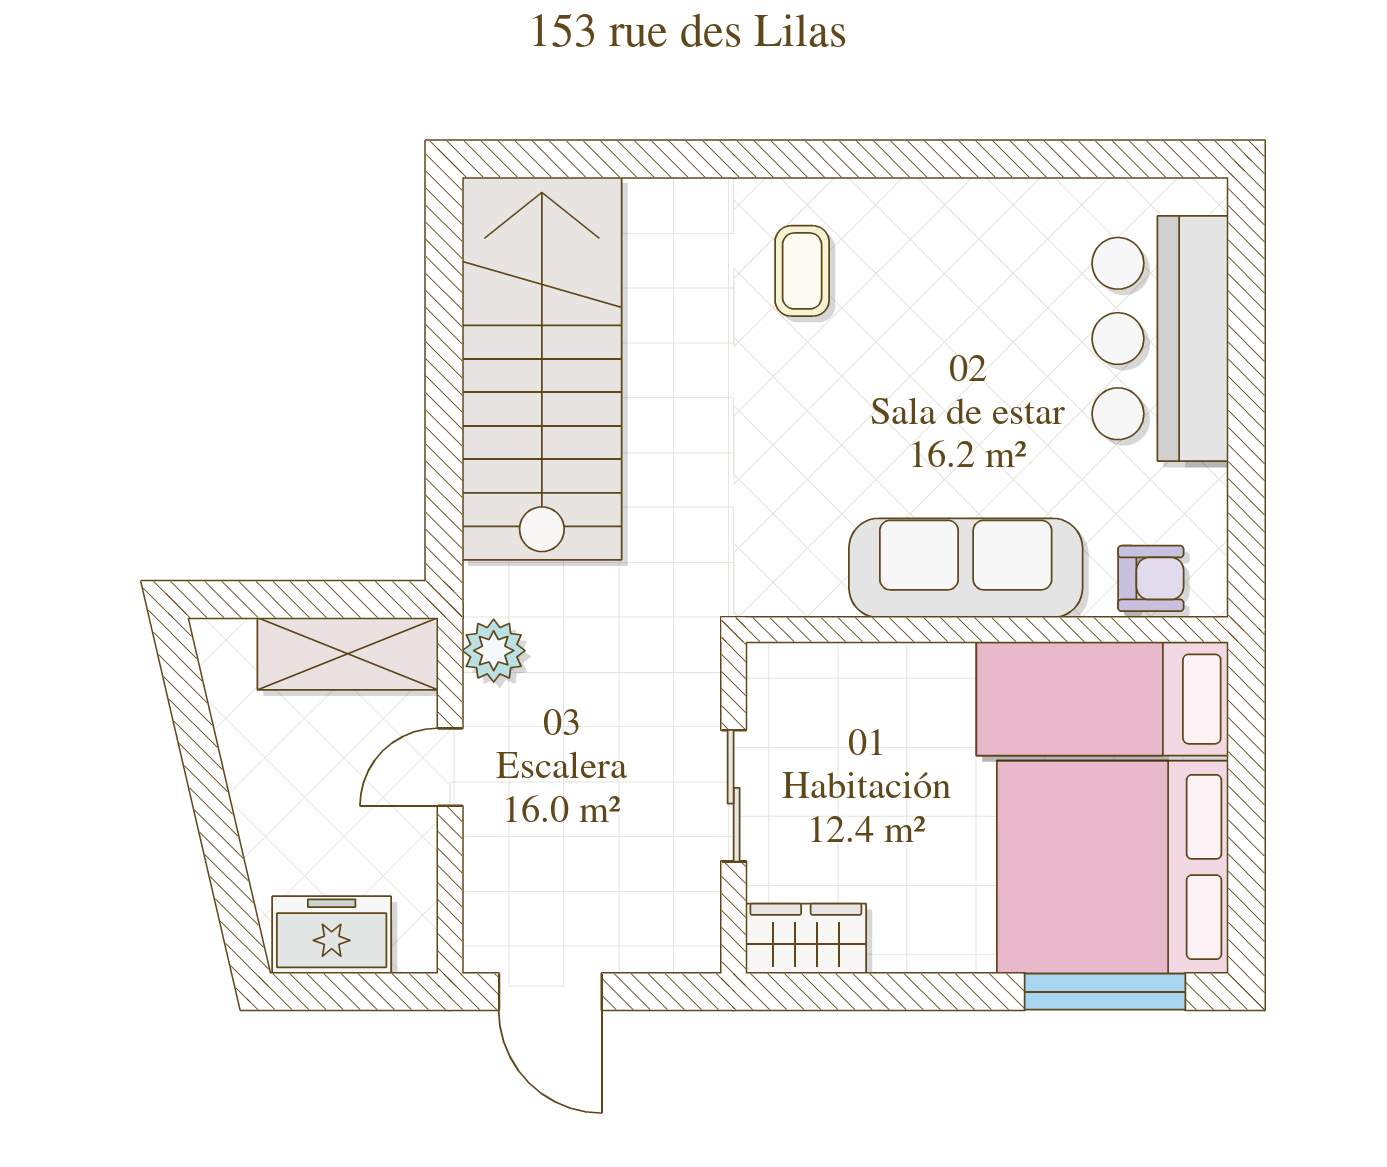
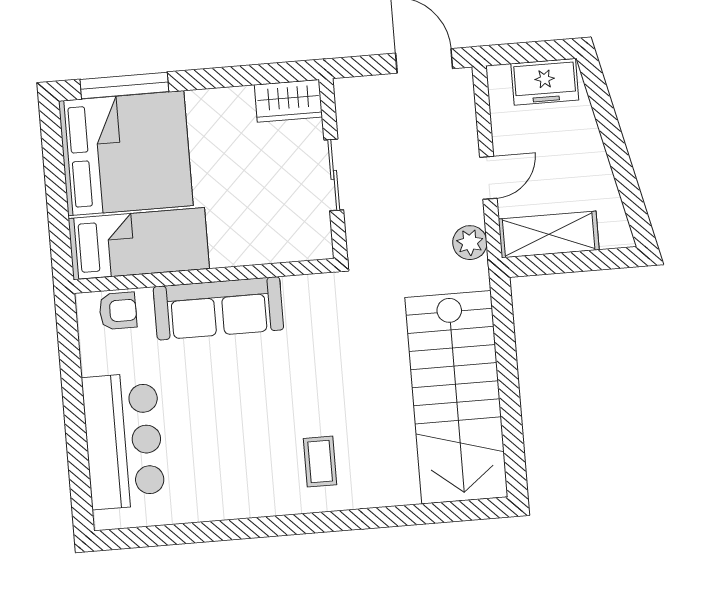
armchair: (1151, 578) -> (118, 311), turned 180

